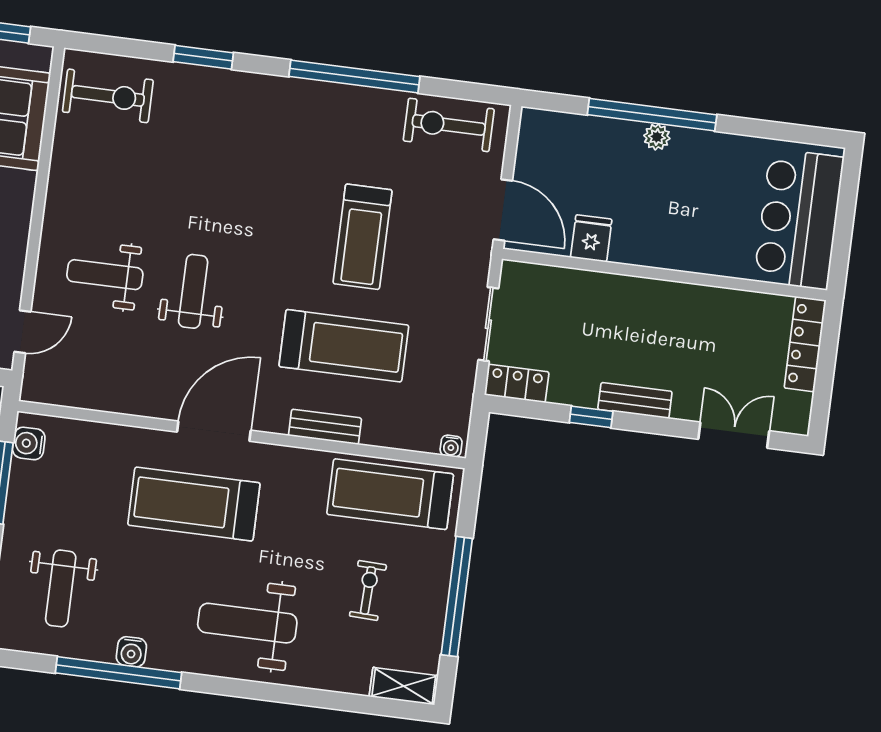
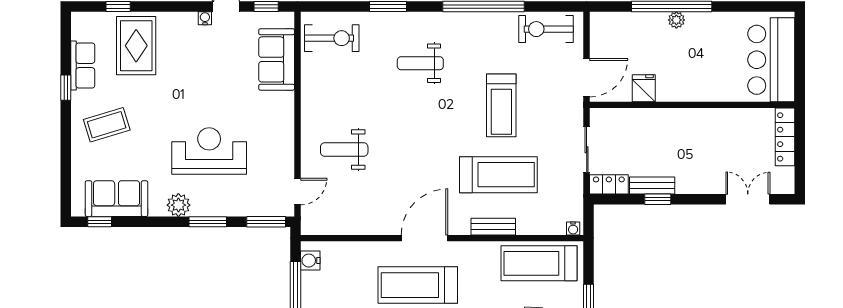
door: (503, 210) -> (587, 78), hinge flipped
weight bench: (193, 291) -> (420, 63), moved, turned -90
bench: (635, 400) -> (652, 185), moved

